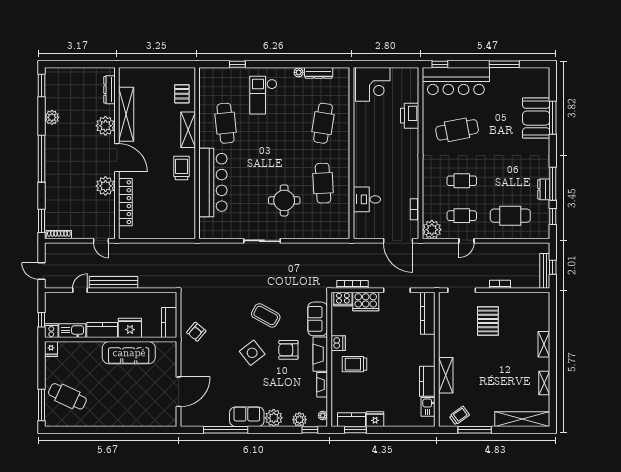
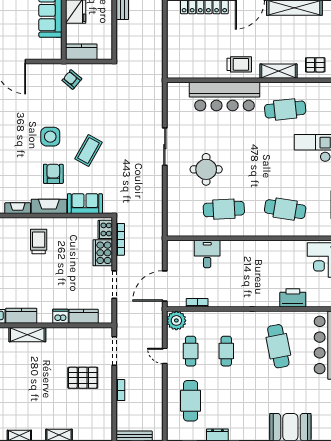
kitchen counter: (428, 313) -> (84, 316), width x0.67
dishwasher: (338, 343) -> (61, 316), moved, turned 180
side table: (252, 353) -> (50, 137), turned 38

